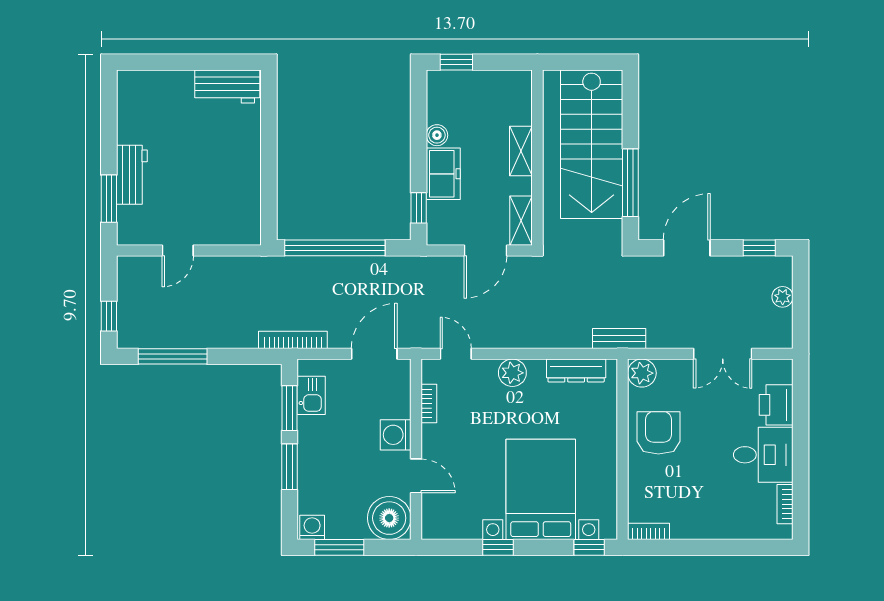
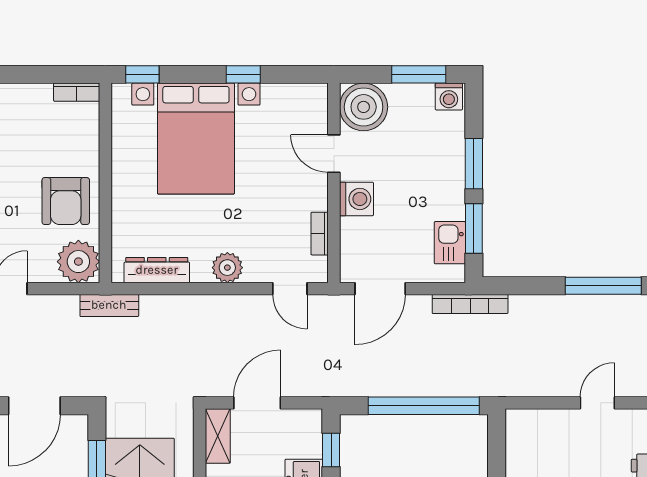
plant: (642, 373) -> (78, 262), width x1.36, depth x1.36

